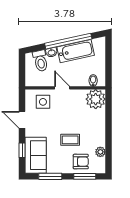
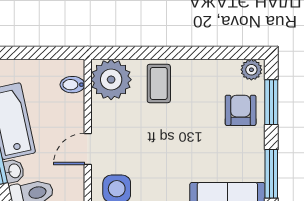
coffee table: (70, 140) -> (159, 83), moved
plant: (100, 152) -> (251, 70), moved

